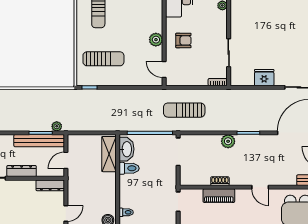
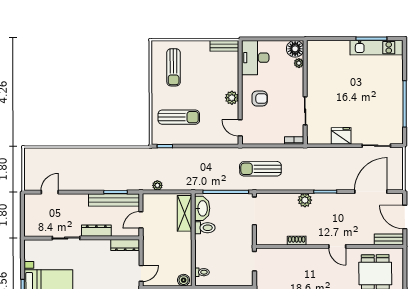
plant: (57, 126) -> (157, 185), moved
piano: (219, 196) -> (296, 255), removed

